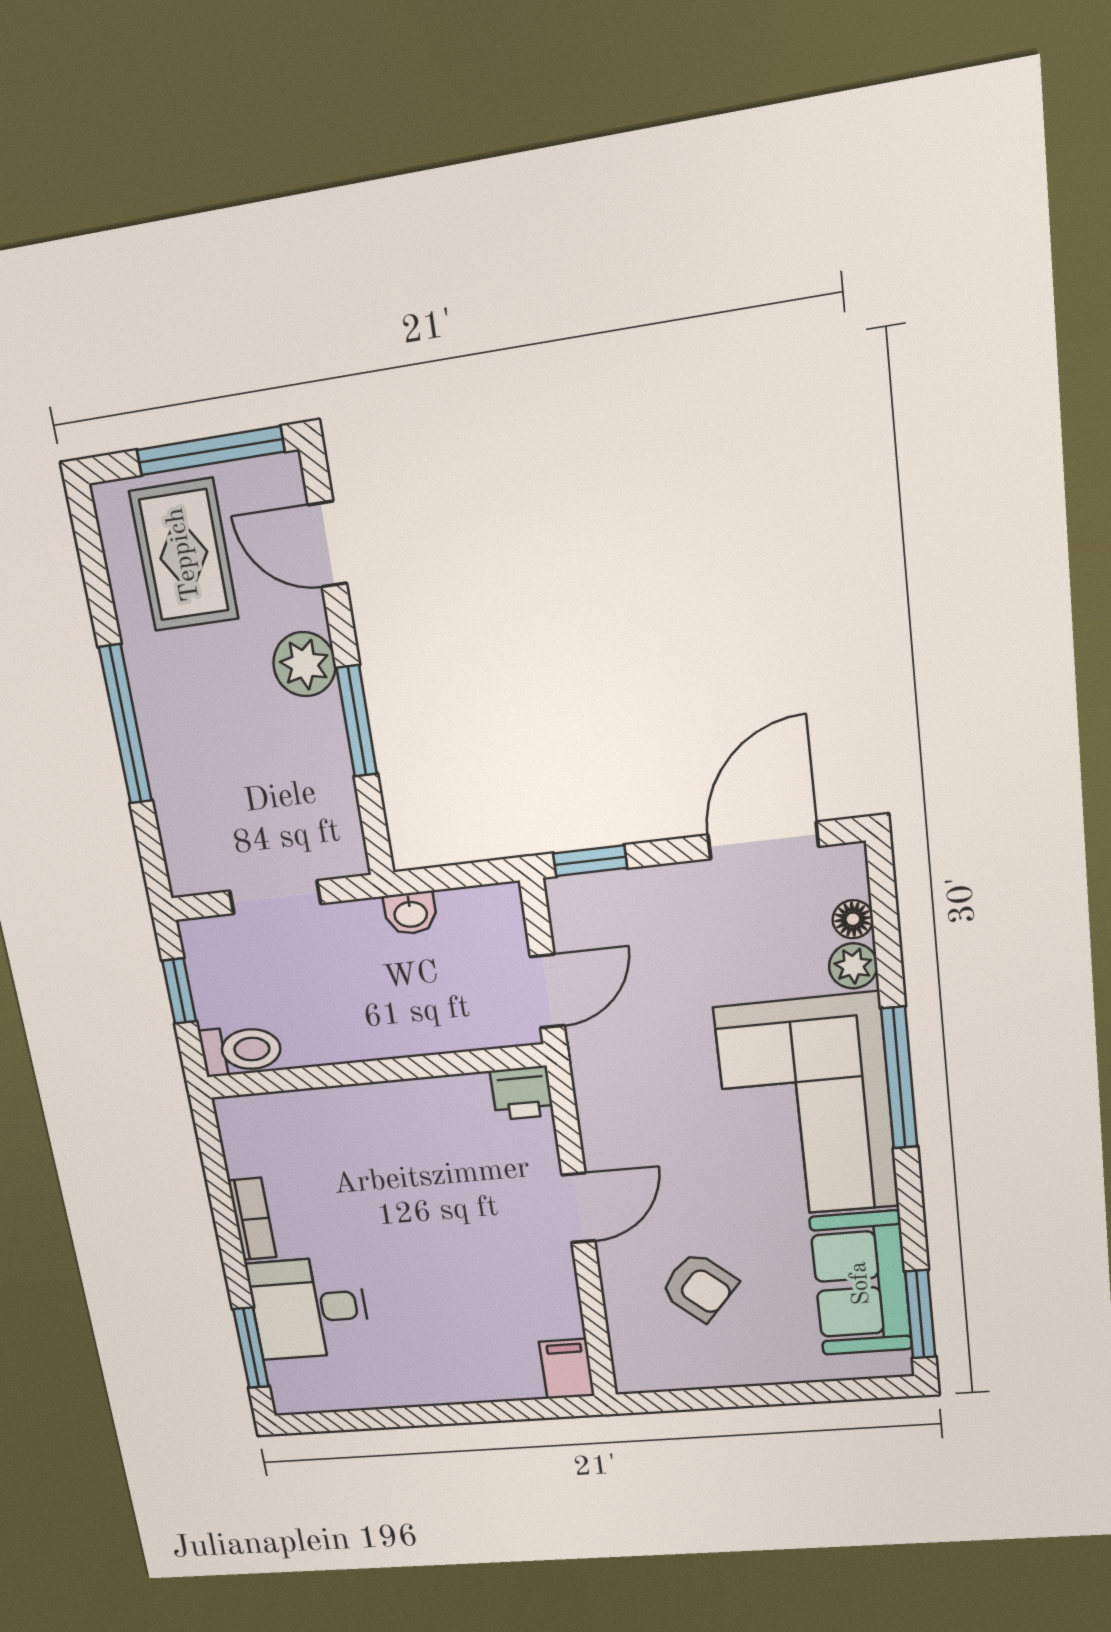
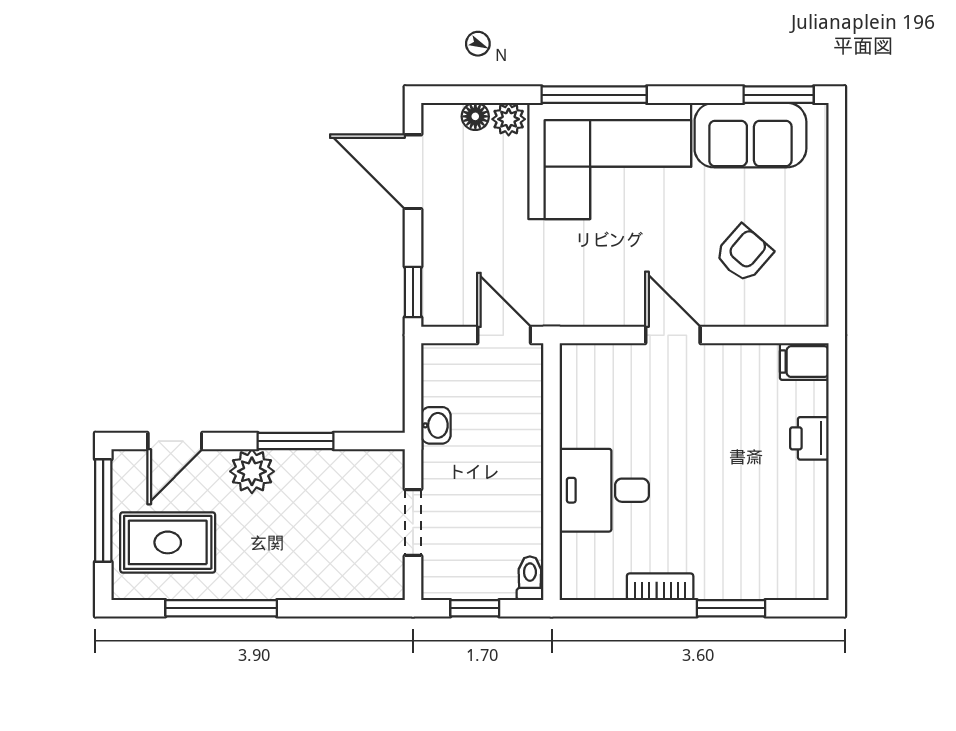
window: (125, 724) -> (221, 608), moved
toilet: (241, 1050) -> (530, 578), width x0.73, depth x0.72
printer: (522, 1093) -> (809, 438), moved, turned 180
desk: (309, 1308) -> (604, 490), moved, turned 90
window: (251, 1348) -> (731, 608), moved

